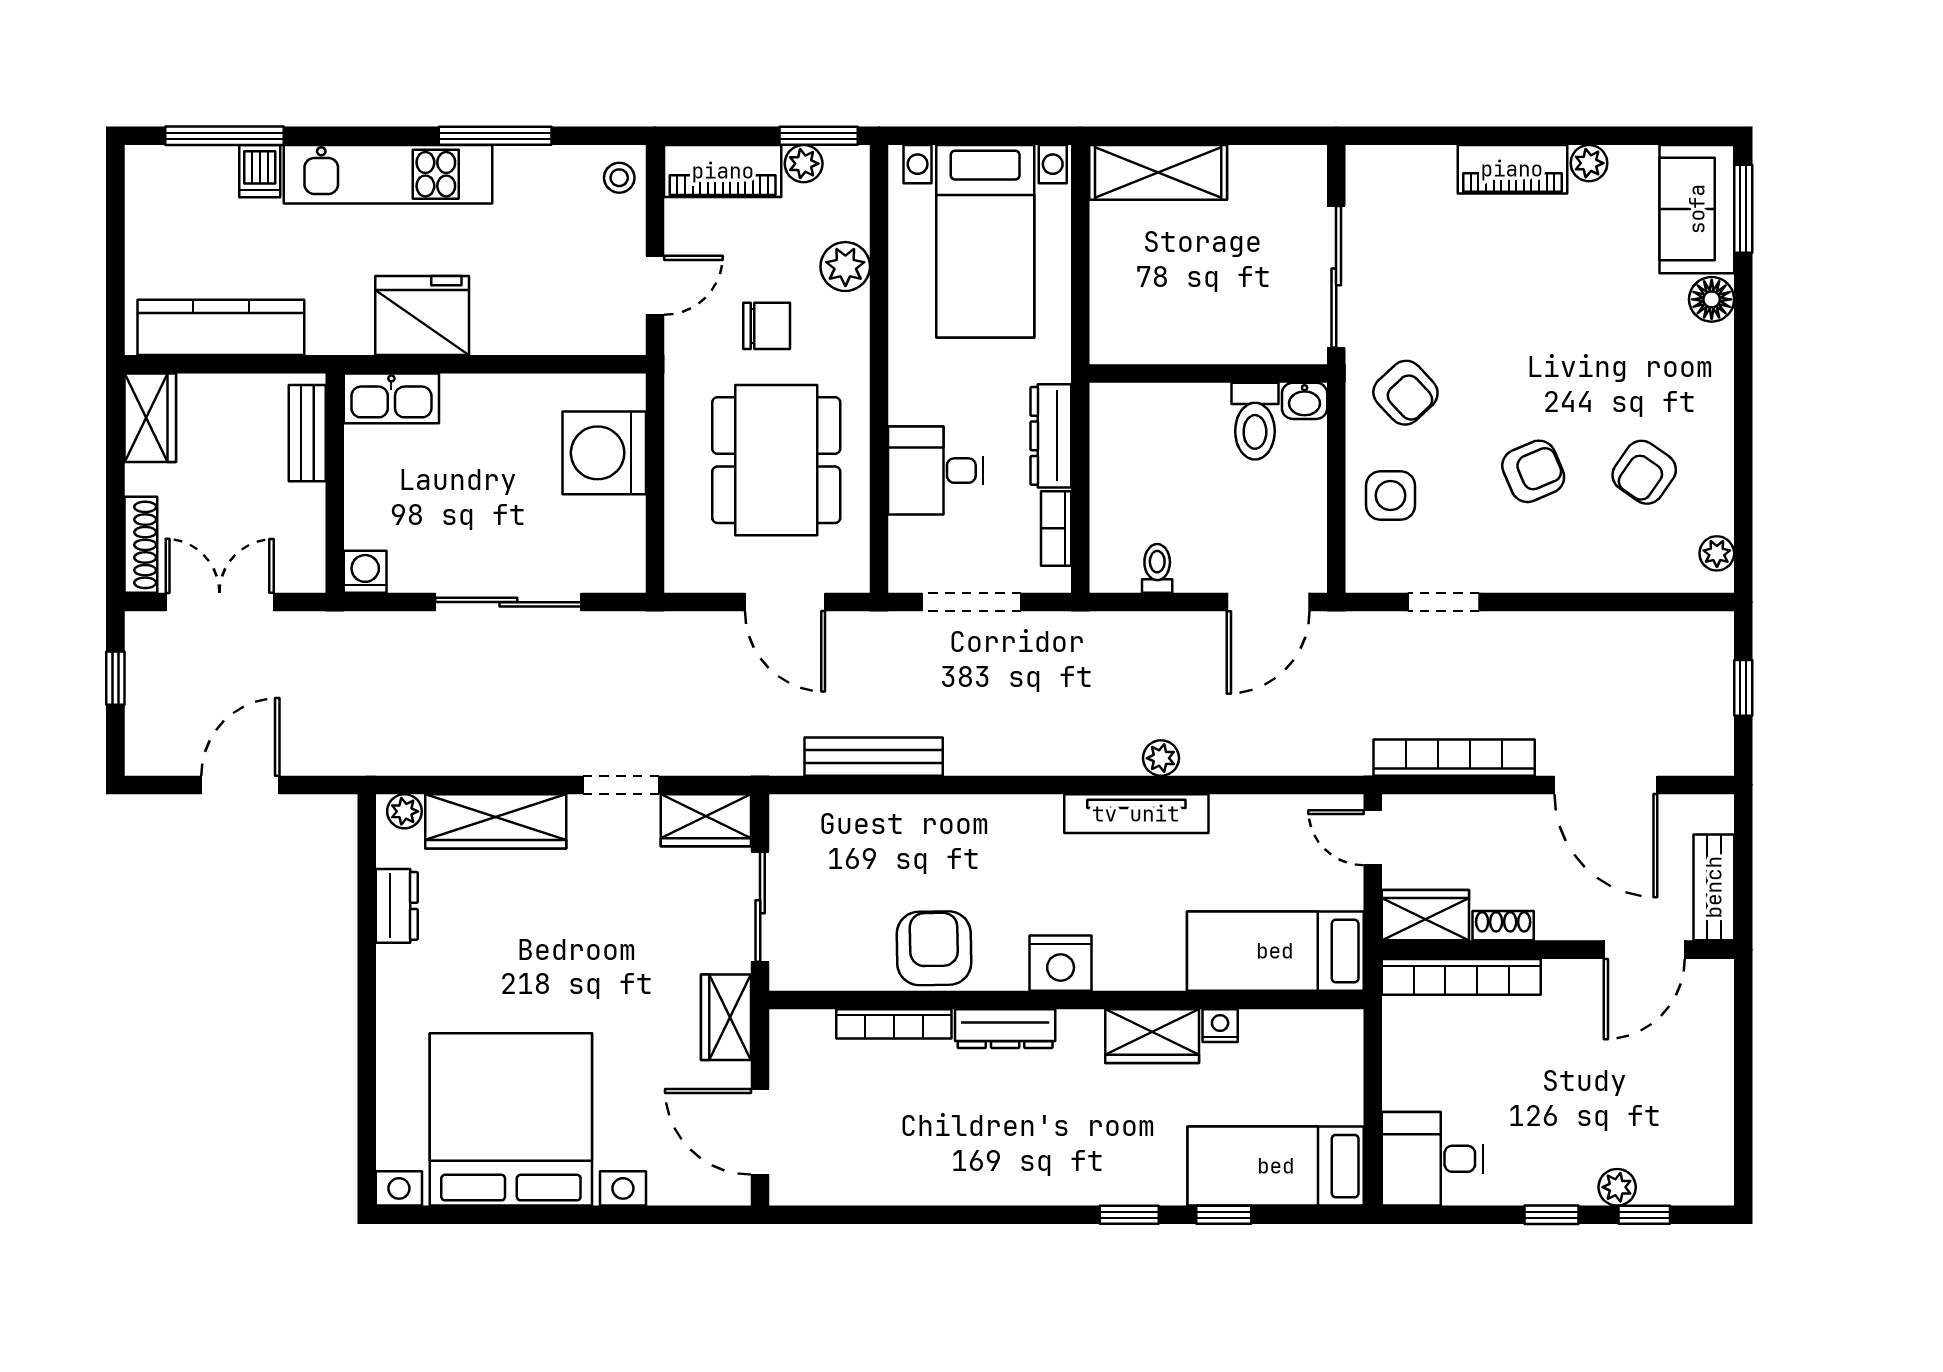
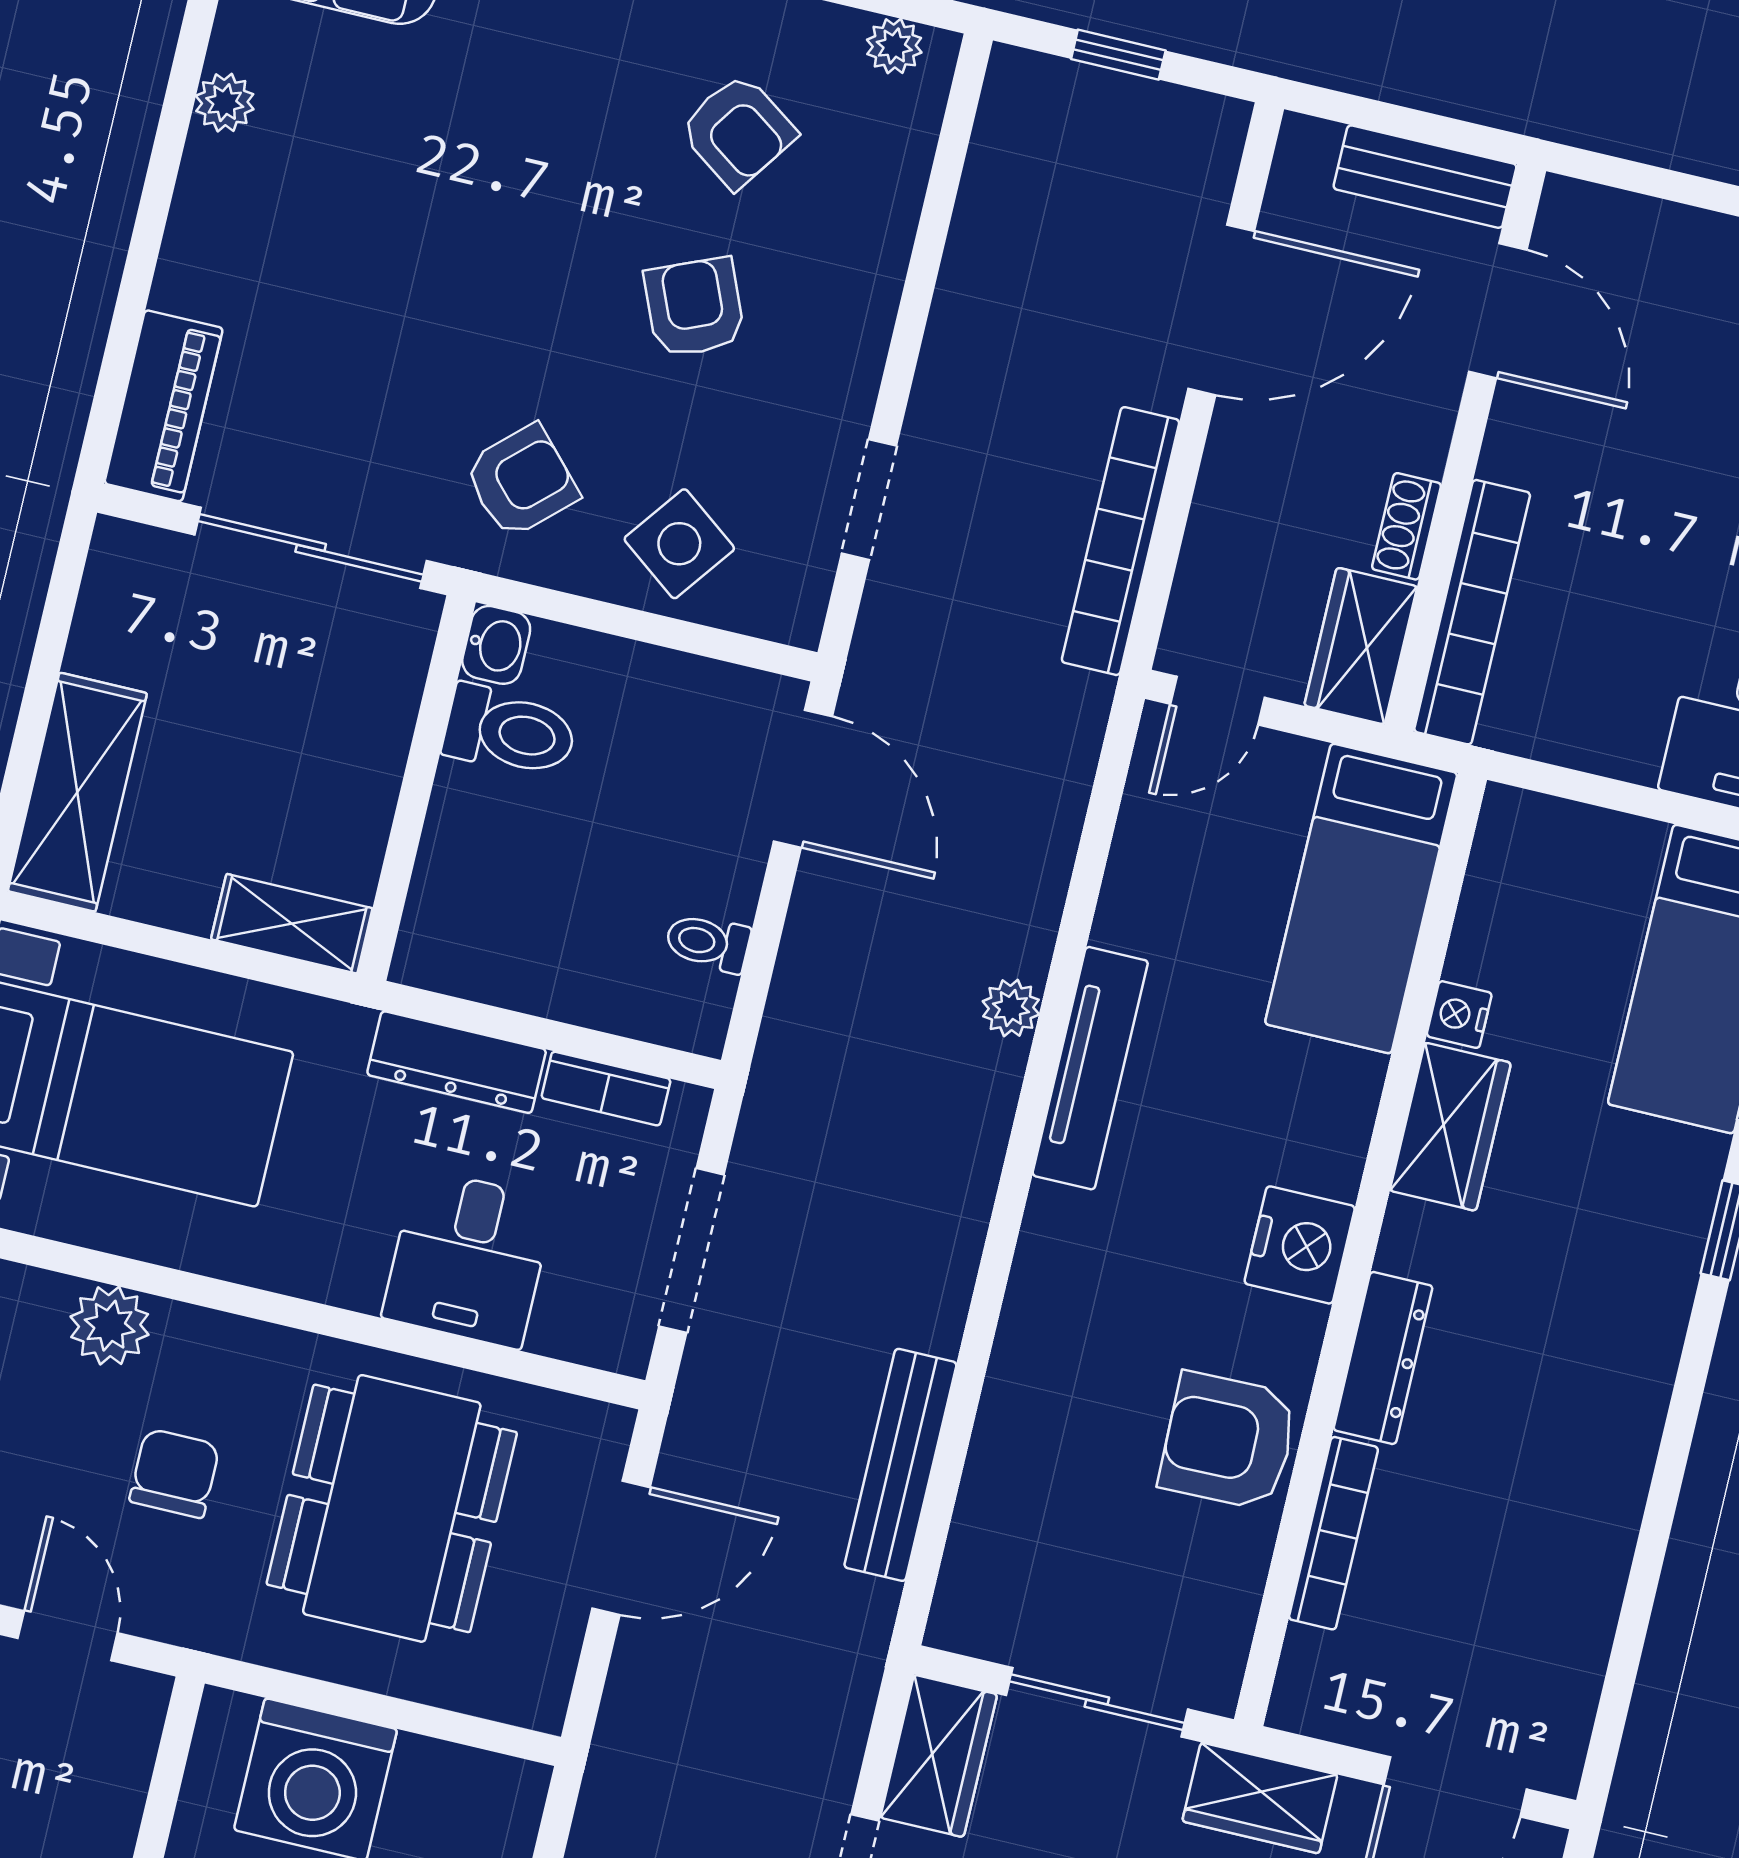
piano: (1512, 169) -> (164, 406), moved
shelving: (1110, 318) -> (292, 924), added
dining table: (776, 460) -> (392, 1508), turned 90
side table: (1390, 496) -> (679, 544), turned 37

